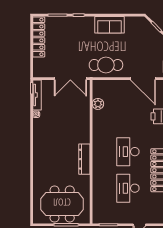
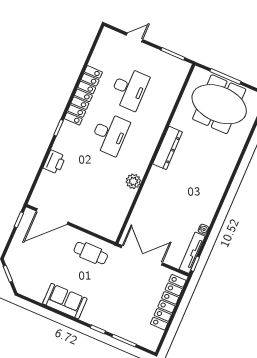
locker: (39, 37) -> (168, 302), moved
cafe table: (106, 65) -> (91, 253), width x0.73, depth x0.74
door: (143, 79) -> (52, 216), swing flipped
plant: (98, 104) -> (133, 181), moved

